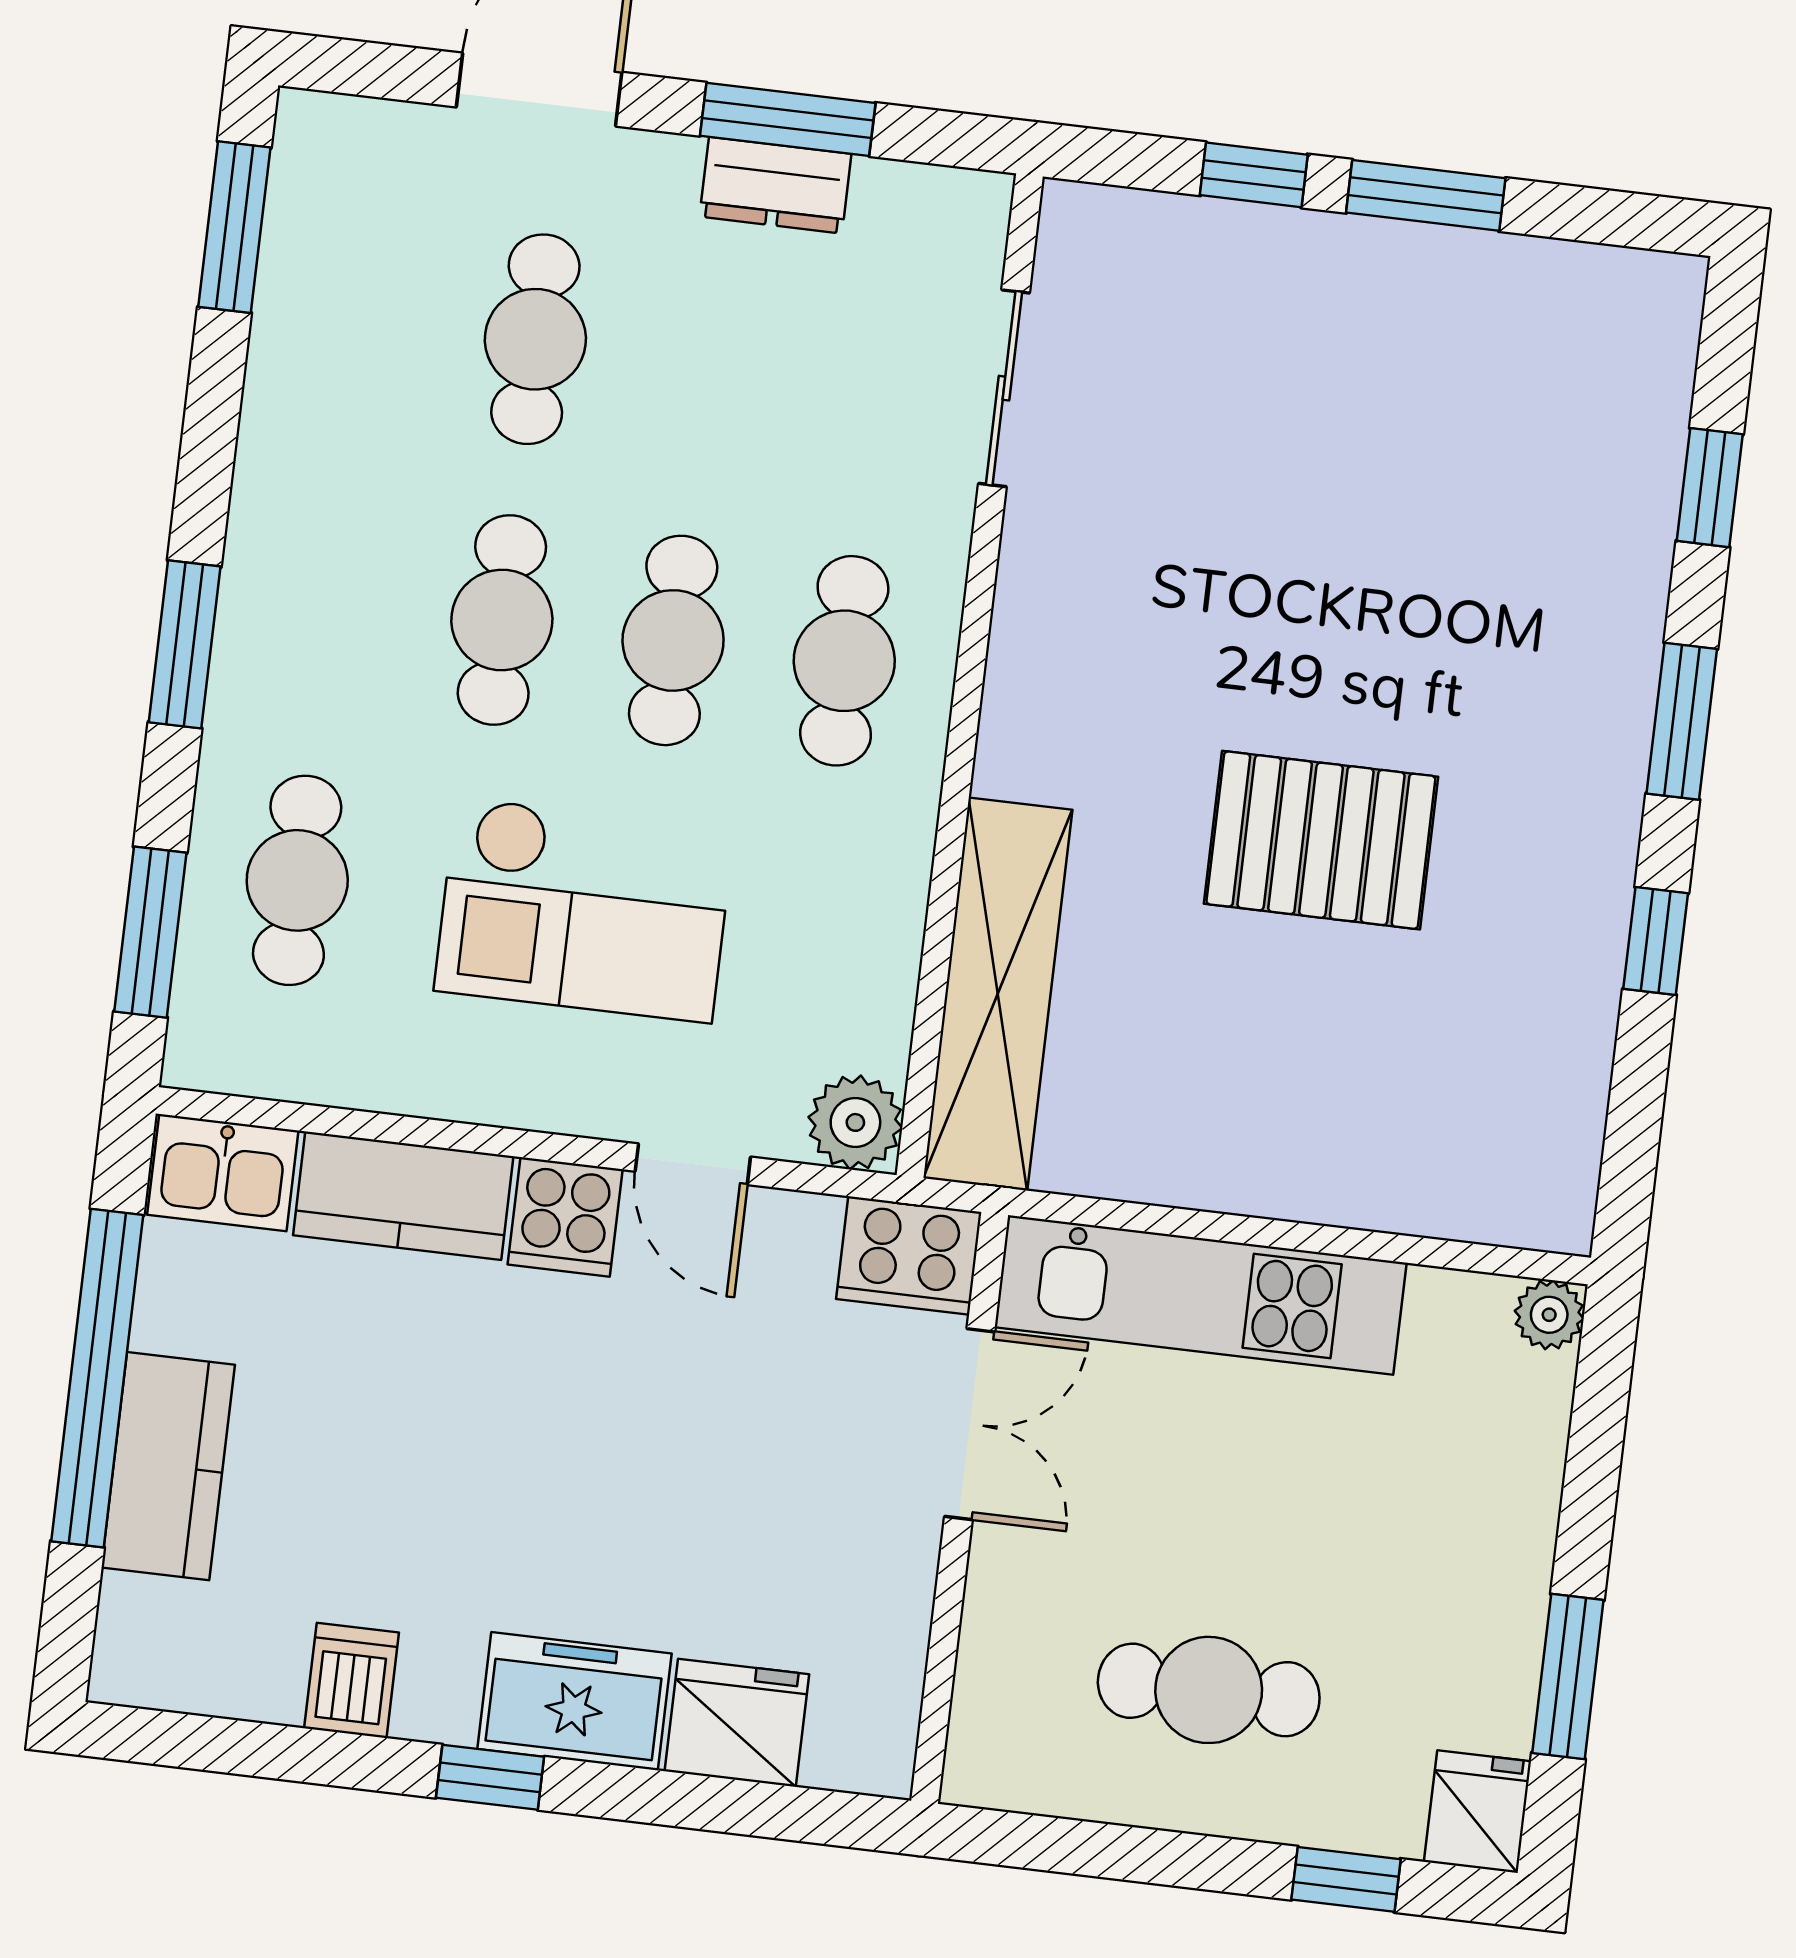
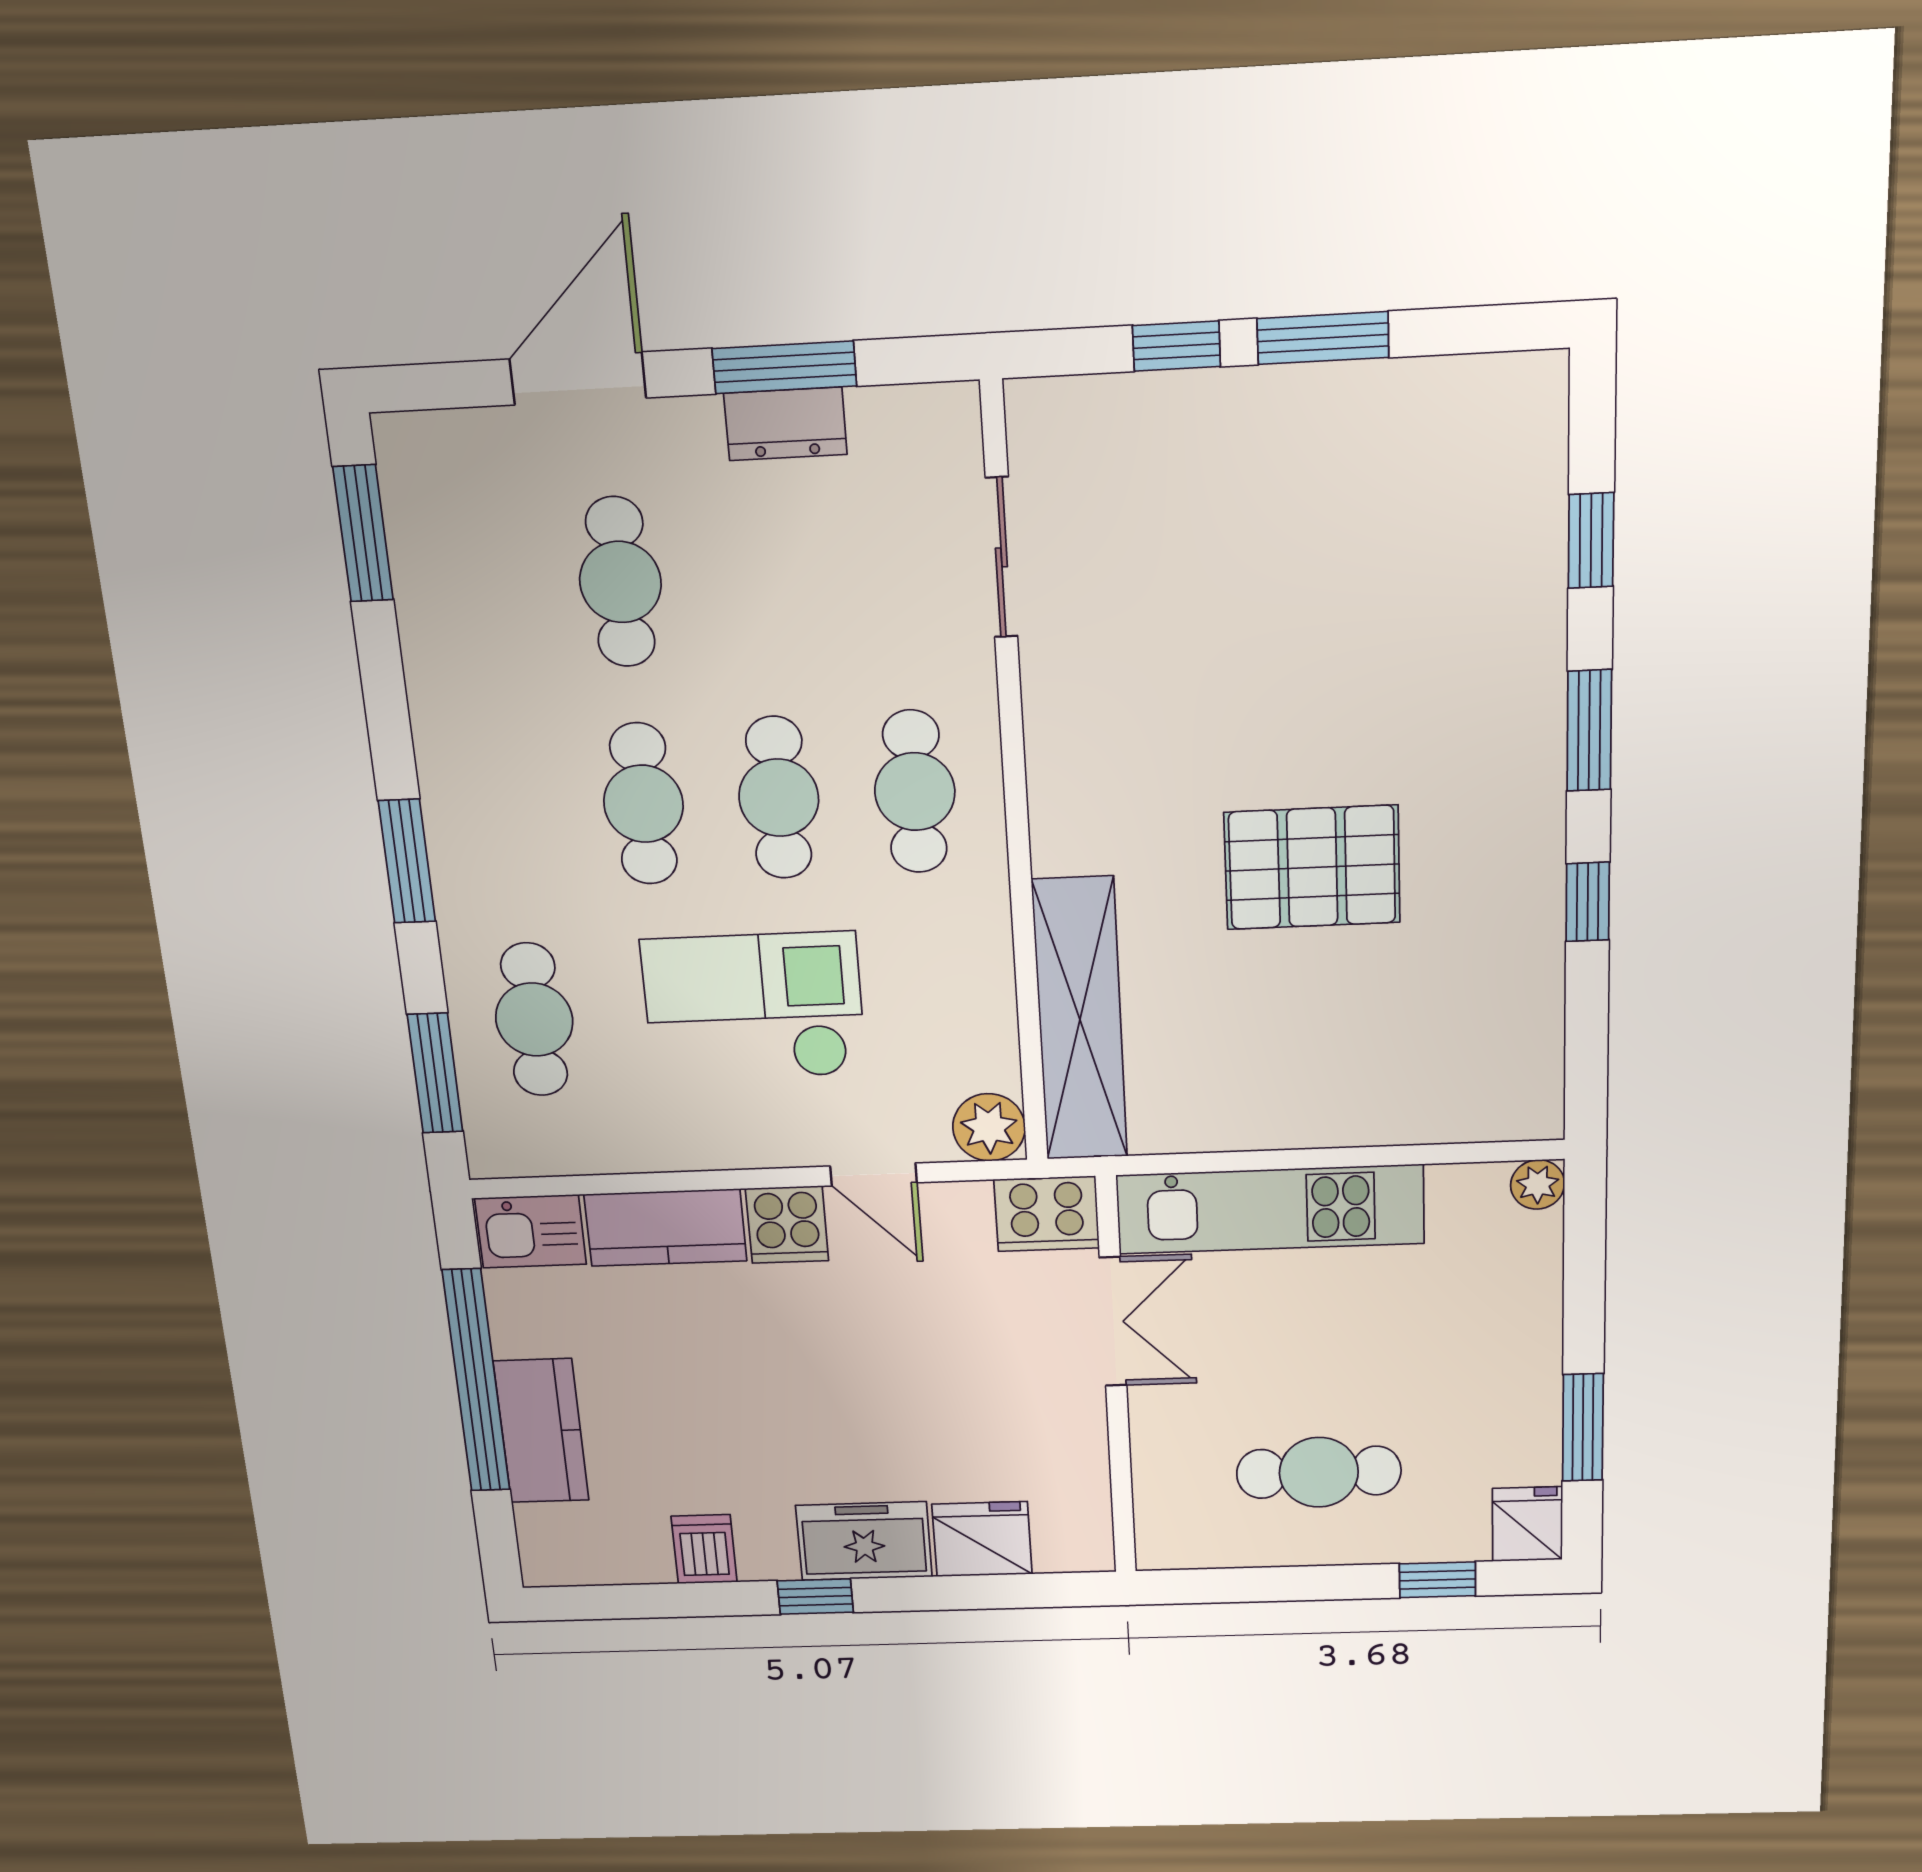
checkout: (584, 910) -> (754, 1007), turned 180

